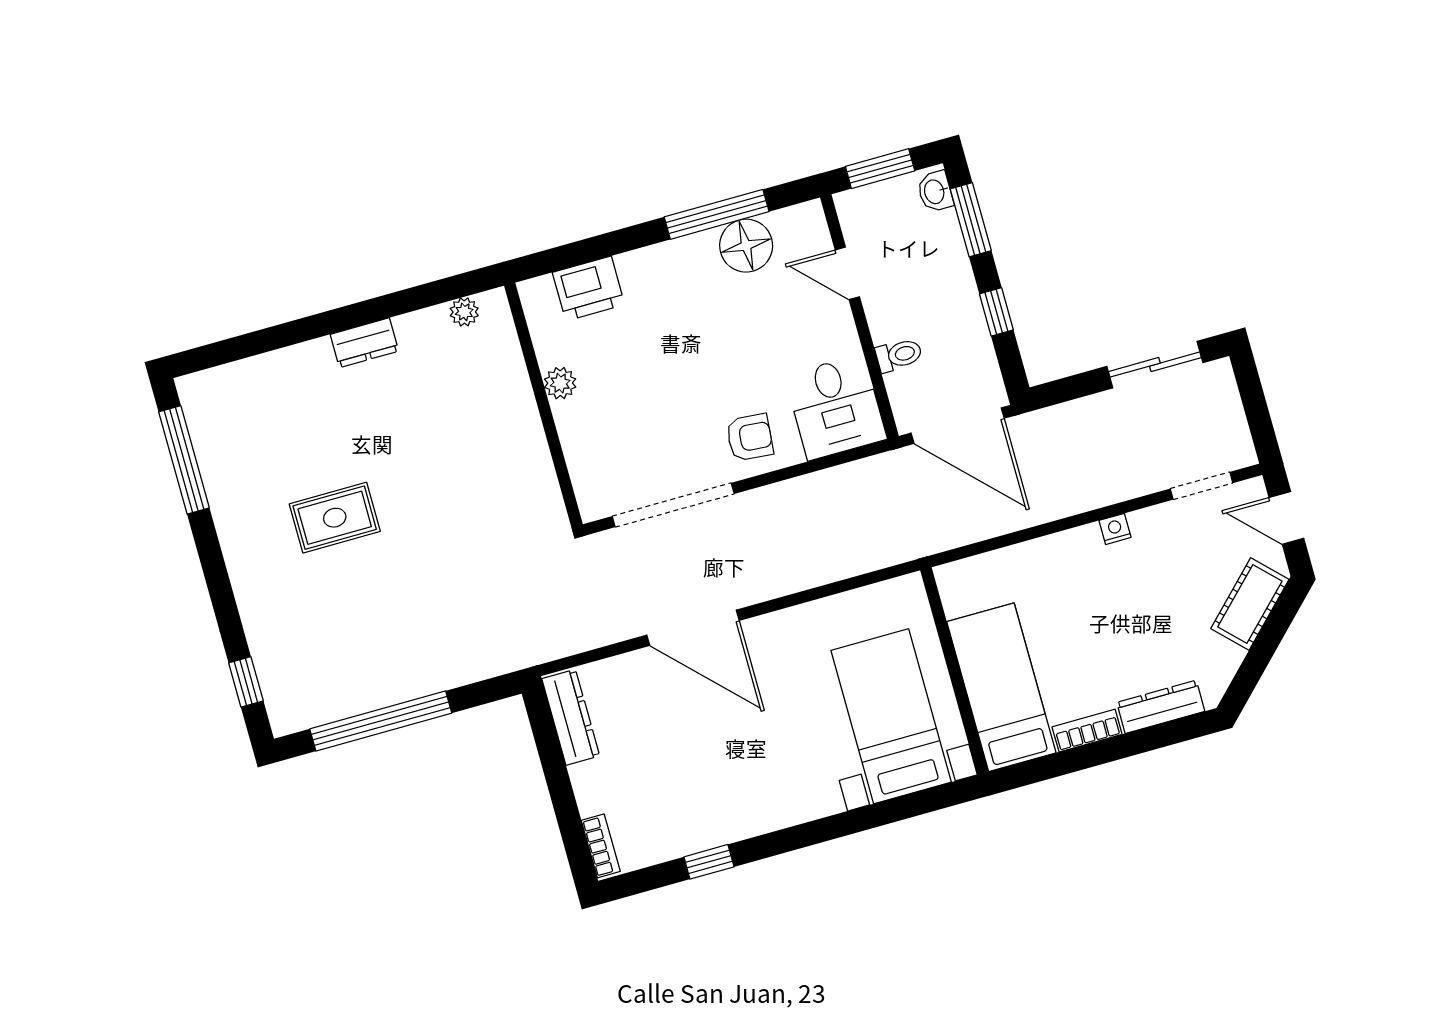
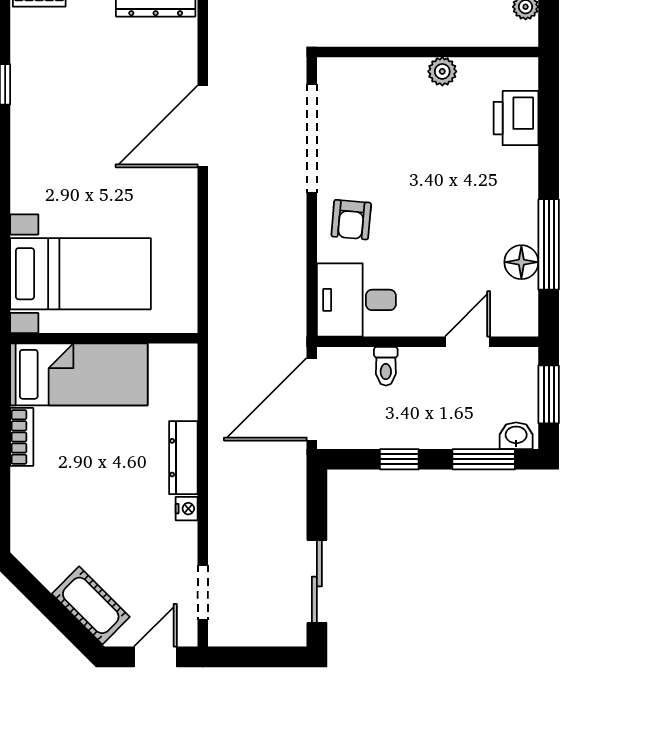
floor lamp: (746, 246) -> (521, 262), width x0.73, depth x0.73
dresser: (1161, 707) -> (183, 458), moved, turned 180

